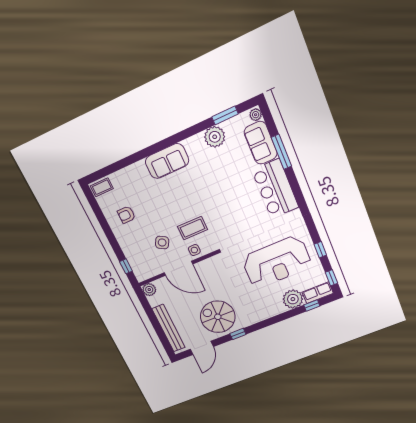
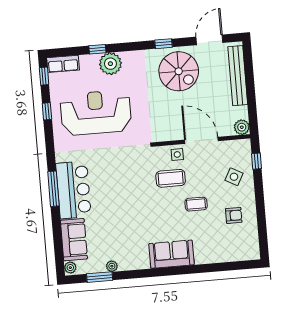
plant: (215, 137) -> (112, 266), width x0.53, depth x0.53
window: (281, 152) -> (53, 189), moved
coffee table: (102, 187) -> (196, 204), moved
side table: (162, 243) -> (234, 177), moved
plant: (293, 299) -> (110, 64), moved
window: (312, 305) -> (97, 49), moved

